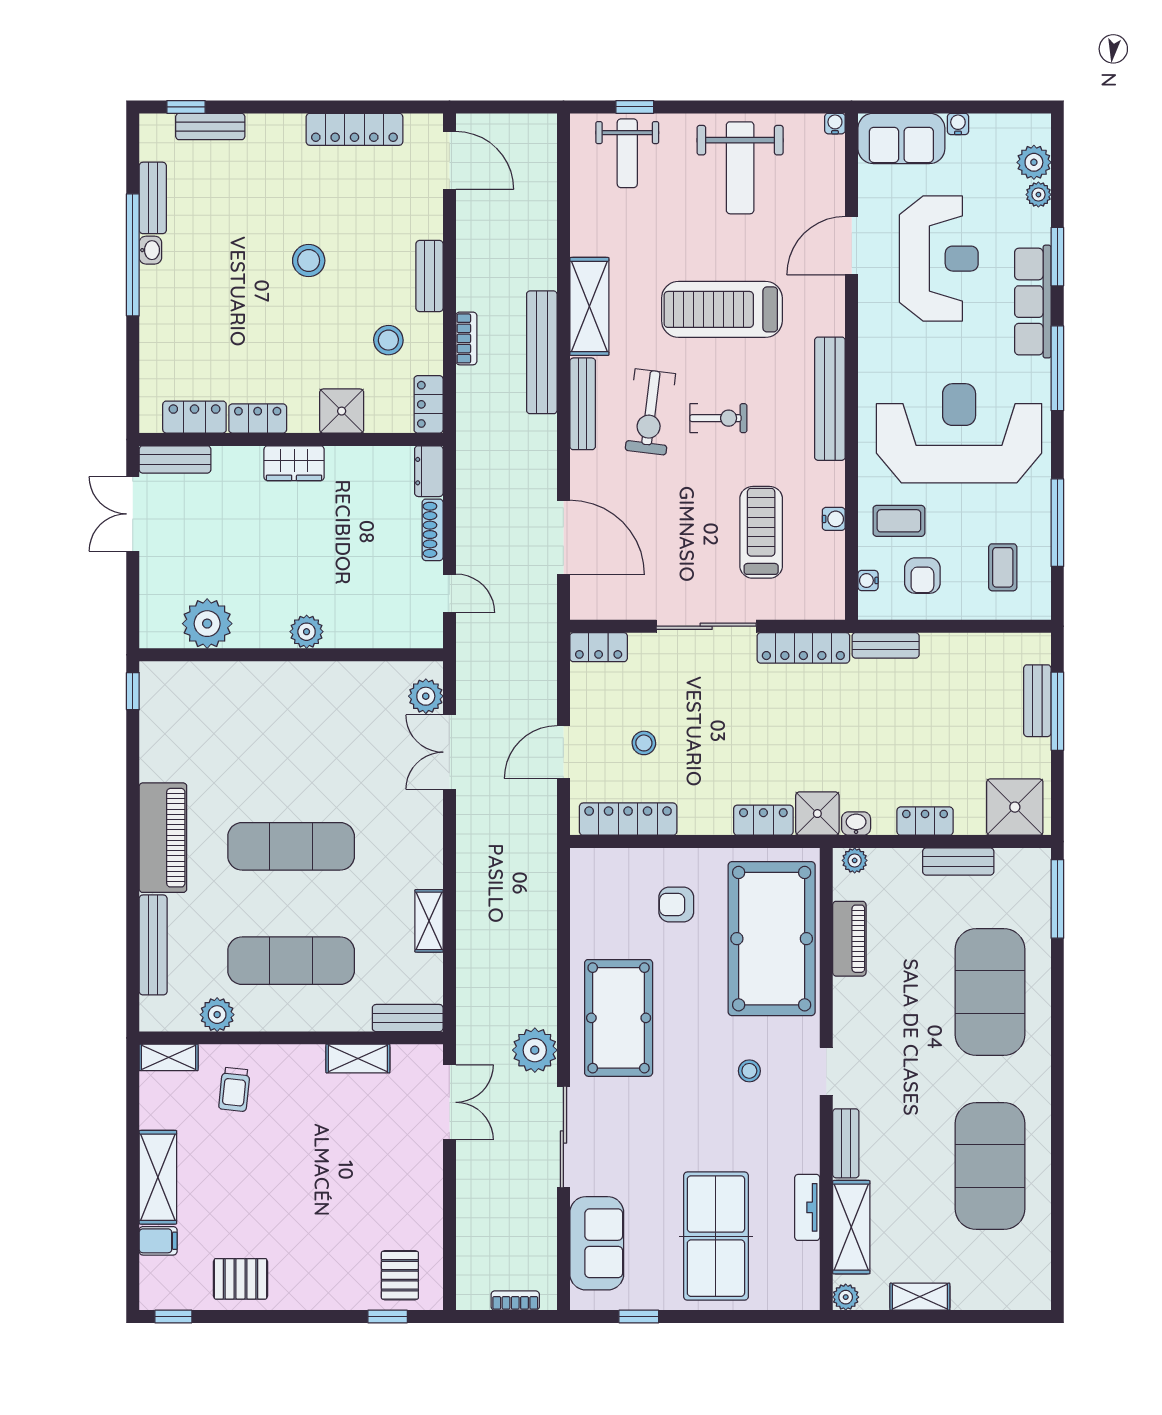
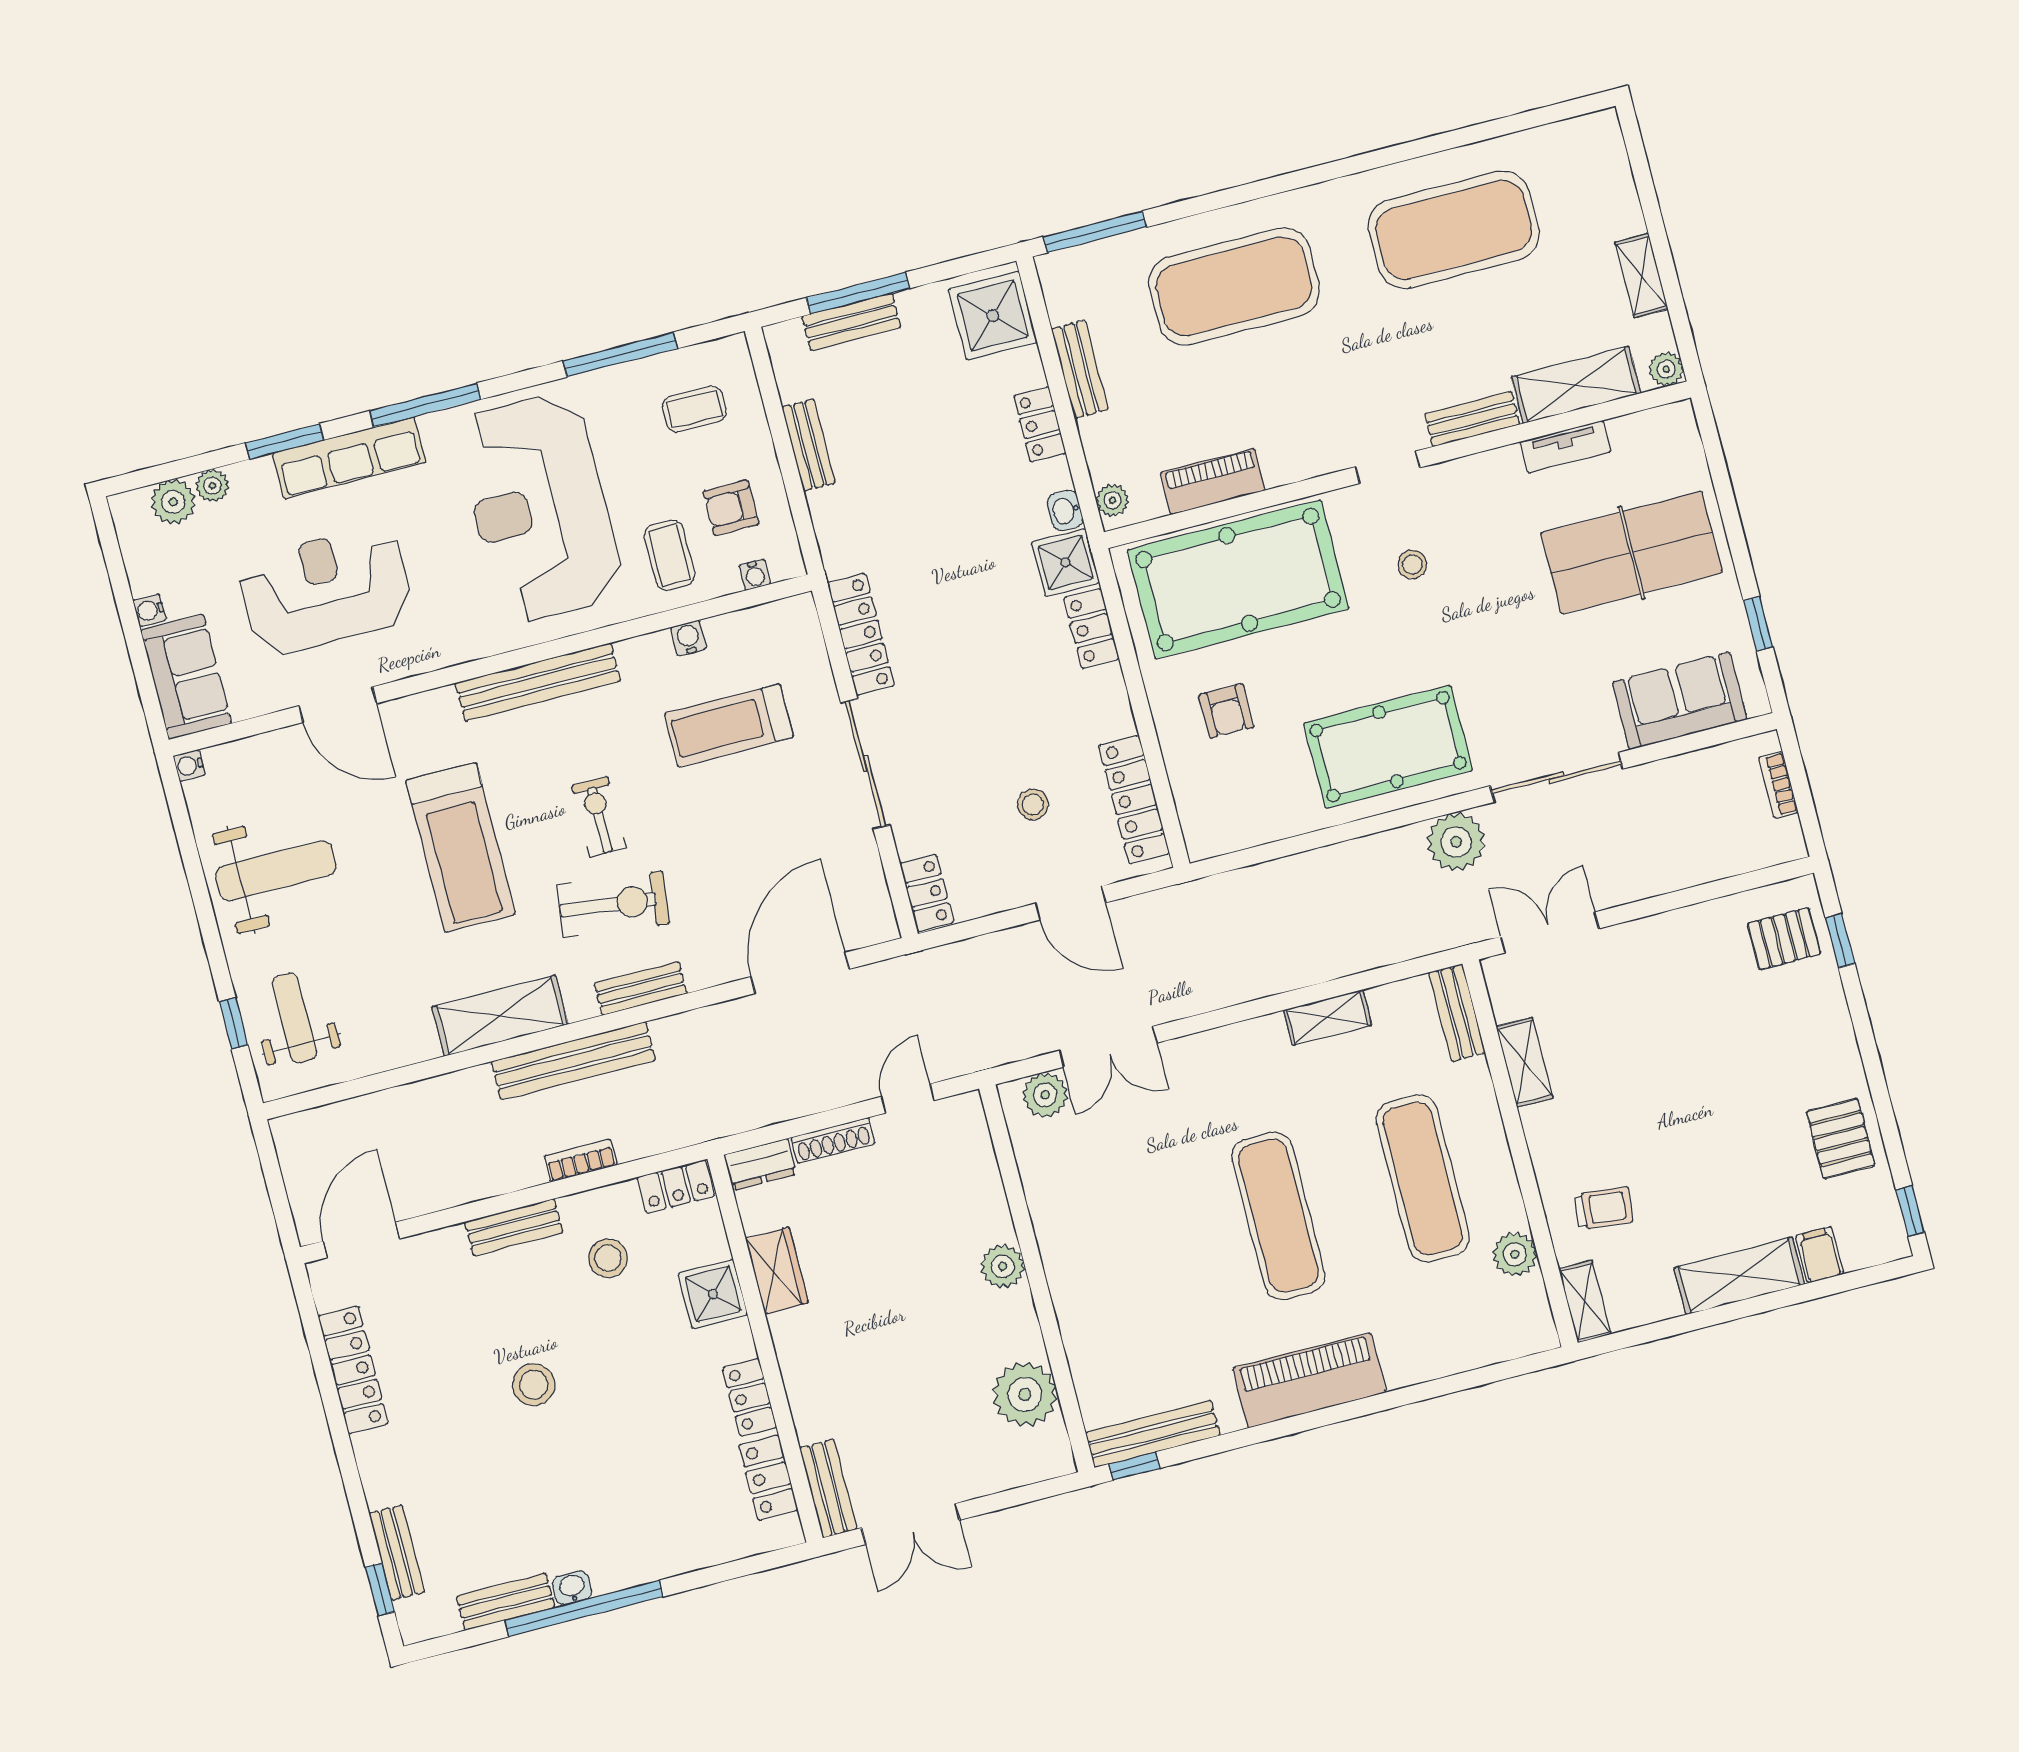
weight bench: (627, 153) -> (294, 1018), turned -90
bench: (583, 404) -> (641, 988), width x0.73
wardrobe: (294, 463) -> (777, 1270), moved
armchair: (922, 576) -> (731, 508), turned 180
bench: (886, 645) -> (809, 445), moved
bench: (153, 945) -> (1153, 1434), moved

